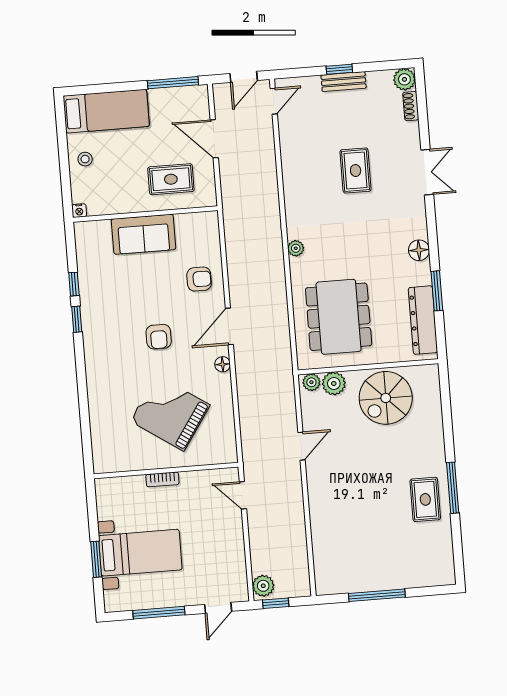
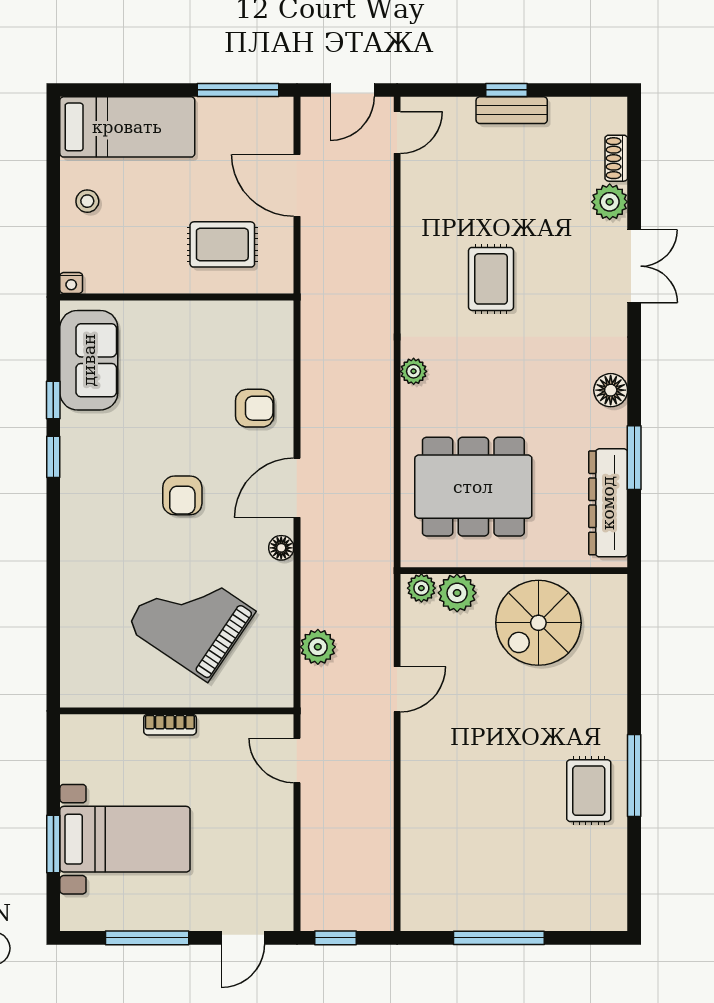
plant: (404, 79) -> (610, 202), moved
rug: (356, 170) -> (491, 279), moved
sofa: (143, 234) -> (89, 360), moved, turned -90
dining table: (339, 317) -> (473, 487), turned 90
plant: (263, 586) -> (318, 647), moved

